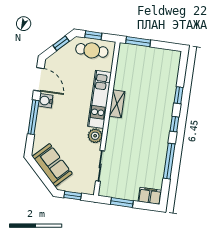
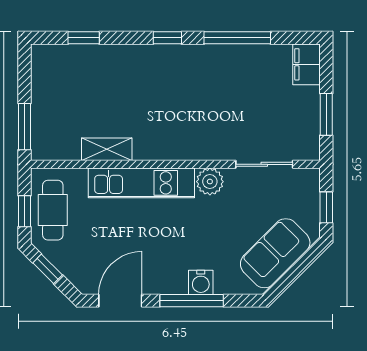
window: (179, 95) -> (84, 38), moved
water cooler: (46, 101) -> (201, 282), moved
shelving: (117, 104) -> (107, 149), moved

